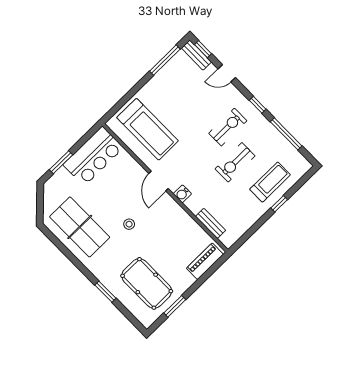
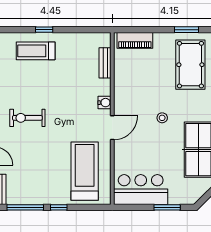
window: (140, 84) -> (59, 207), added
exercise bike: (235, 162) -> (47, 88), removed

